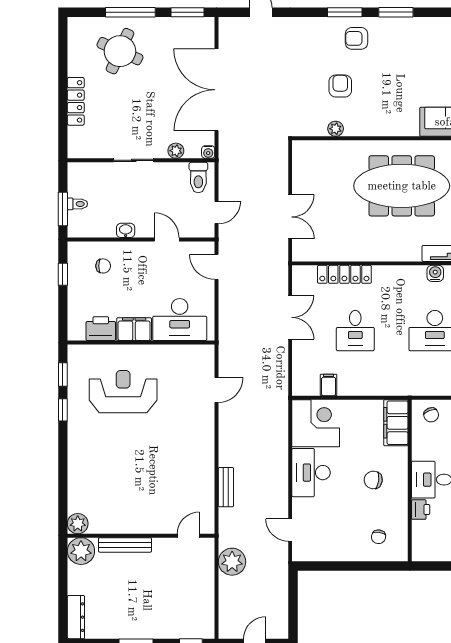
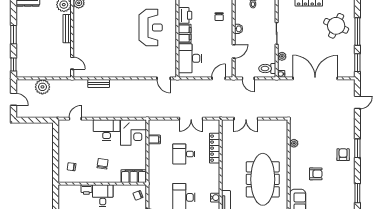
window: (396, 12) -> (357, 193), moved
armchair: (340, 86) -> (316, 174), moved
door: (217, 390) -> (164, 78), moved
plant: (232, 562) -> (42, 87), moved

